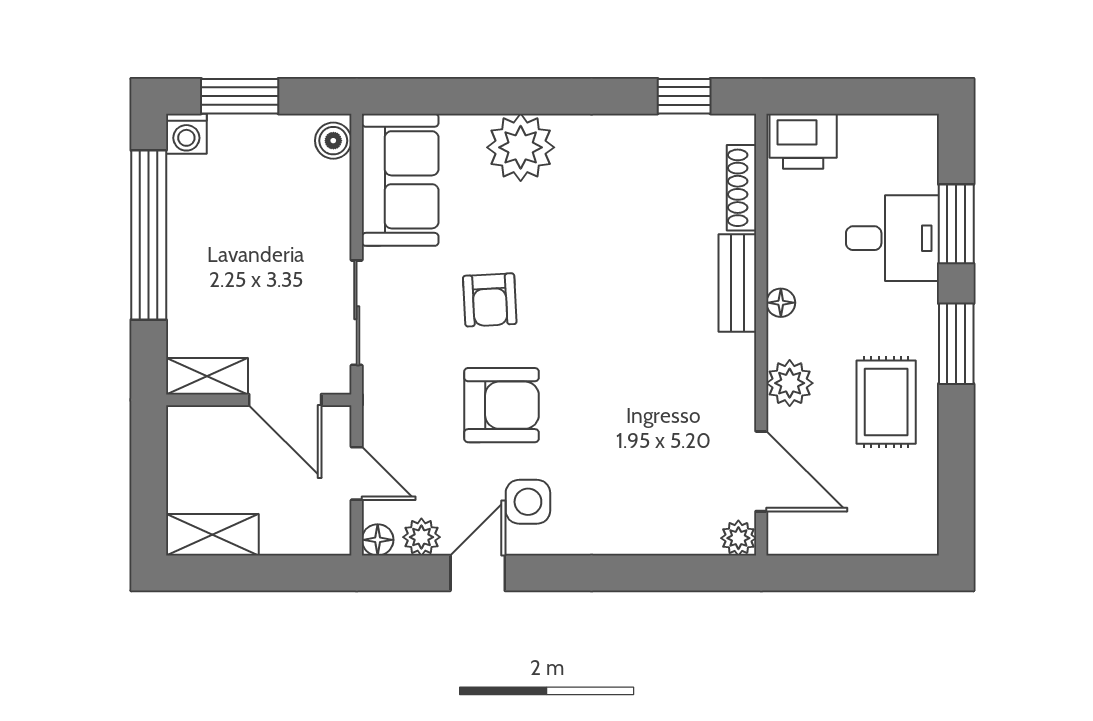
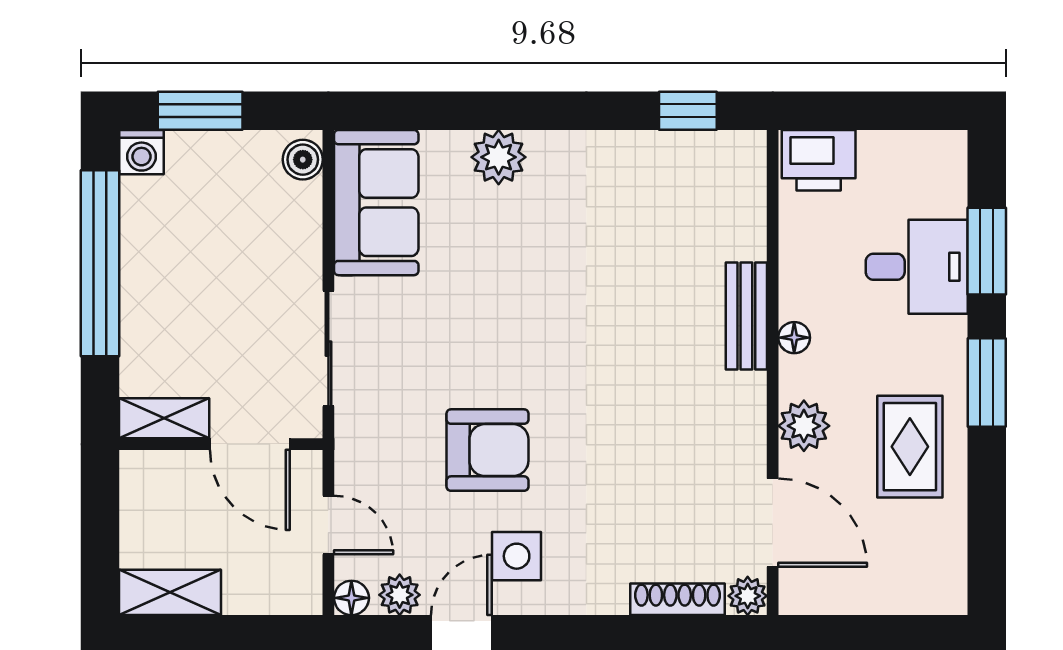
plant: (521, 147) -> (499, 157), width x0.73, depth x0.73
shoe rack: (741, 188) -> (678, 599), moved, turned 90
armchair: (490, 300) -> (475, 335), removed

